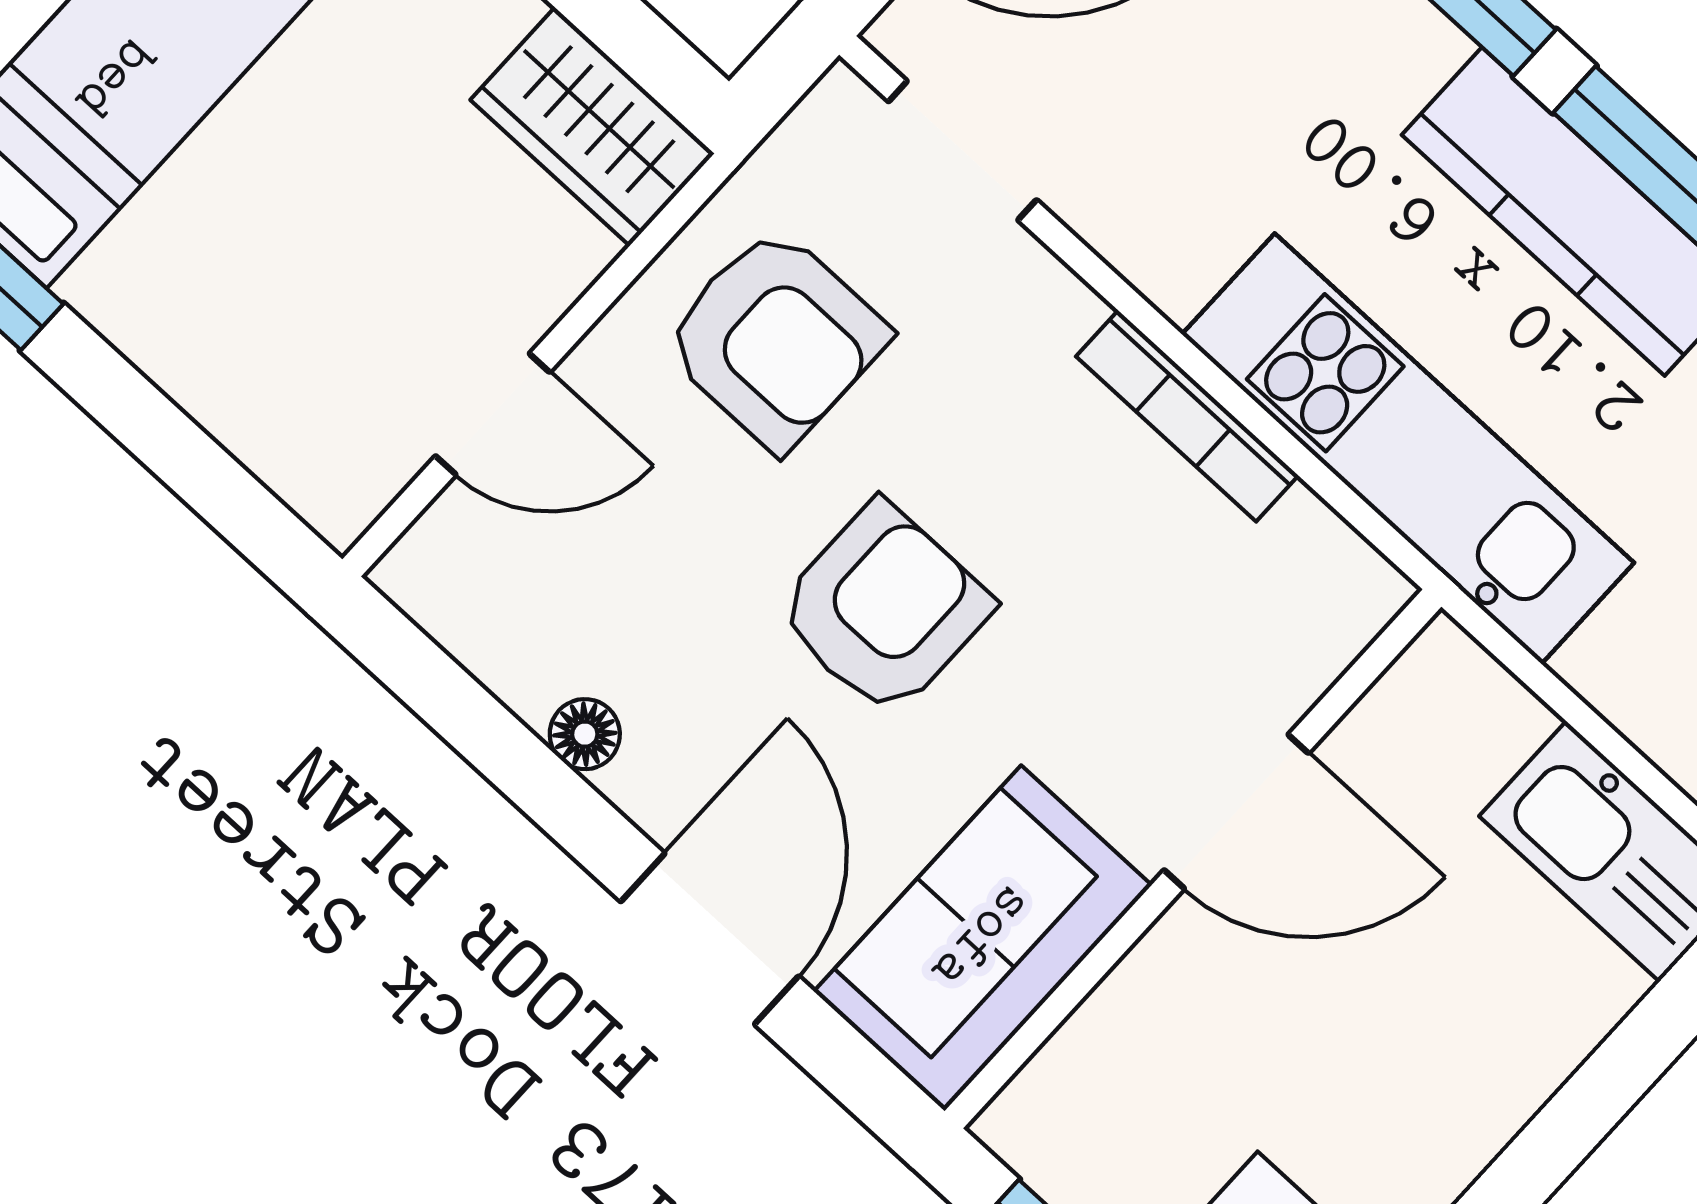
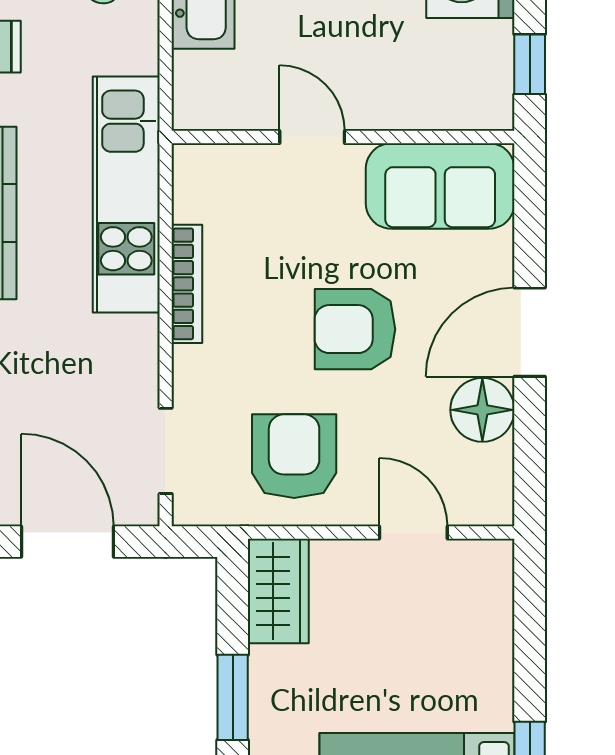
floor lamp: (585, 734) -> (482, 410), width x1.89, depth x1.89
door: (1236, 812) -> (312, 137), width x0.73
door: (710, 939) -> (530, 332), moved

